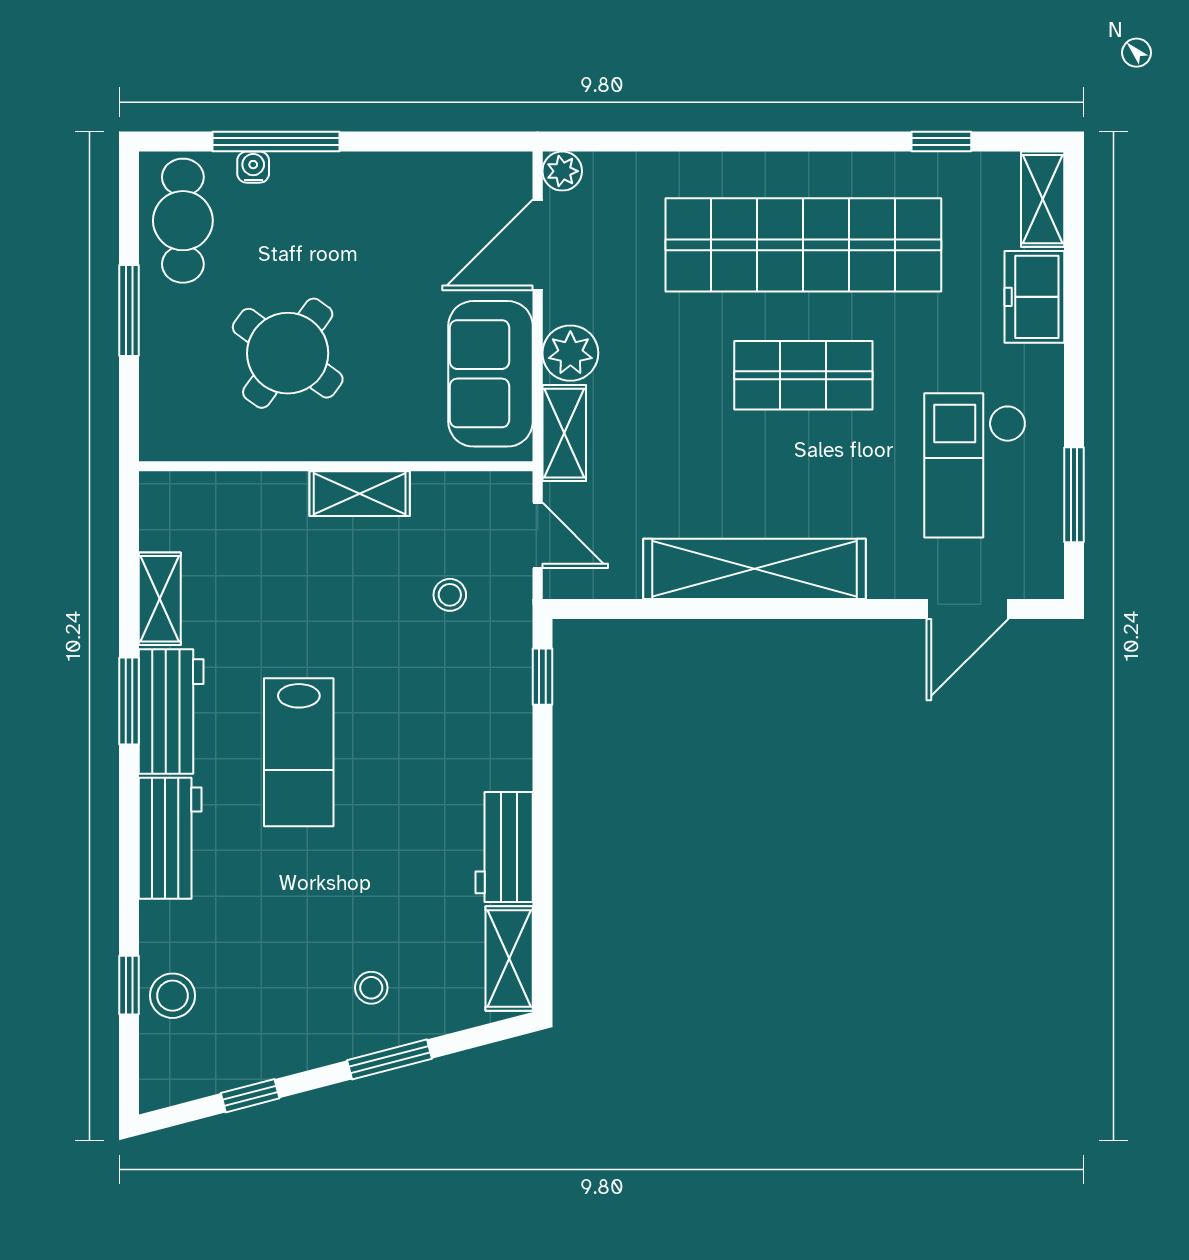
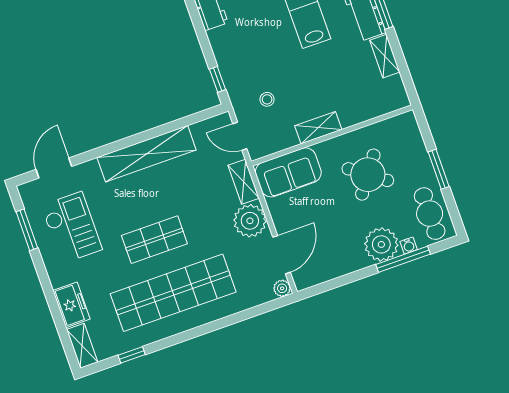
plant: (312, 190) -> (381, 244), added
plant: (570, 353) -> (250, 221), width x1.36, depth x1.36
sofa: (490, 374) -> (288, 172), moved, turned 90

